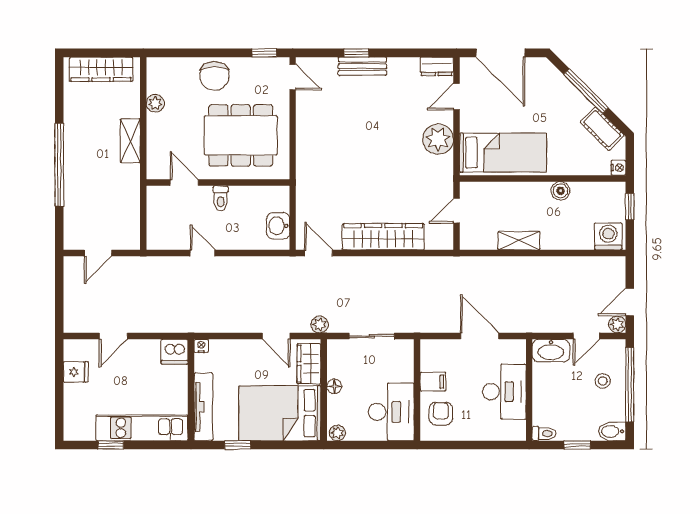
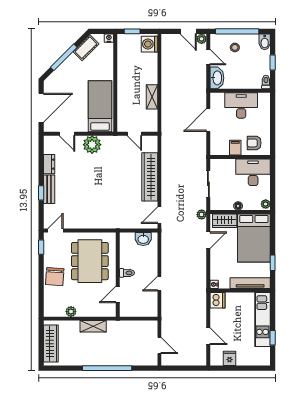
dresser: (437, 66) -> (49, 164), moved
chair: (214, 76) -> (55, 277), turned 94
boiler: (560, 191) -> (123, 72), removed

